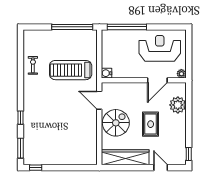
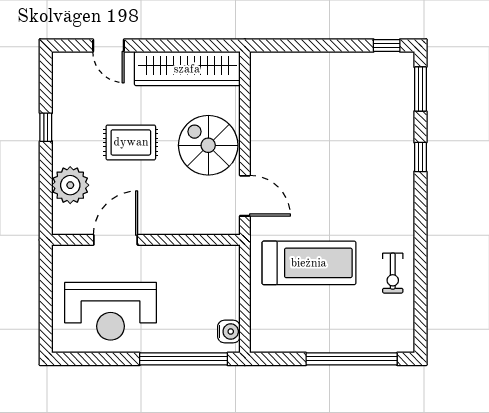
window: (72, 27) -> (352, 359), moved
water cooler: (107, 73) -> (229, 332), moved
plant: (181, 74) -> (62, 255), removed
spiral stairs: (116, 123) -> (208, 145), turned 90
rug: (151, 124) -> (131, 142), turned 90
window: (189, 154) -> (46, 127), moved

